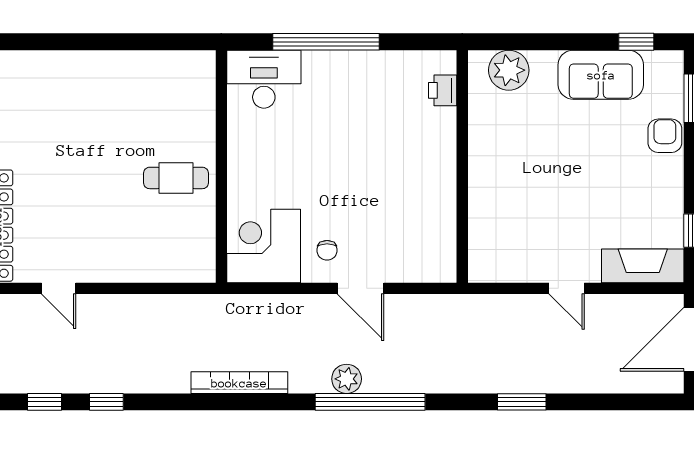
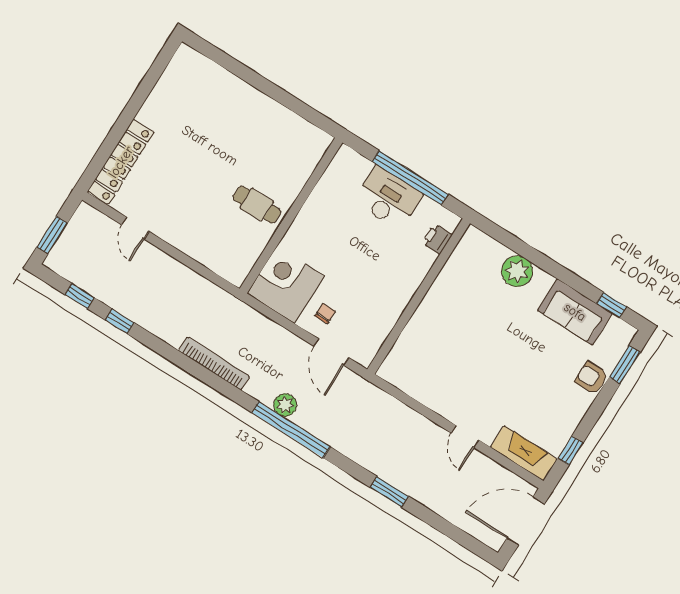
desk: (264, 79) -> (388, 198), moved
printer: (443, 90) -> (437, 239), moved
armchair: (665, 136) -> (591, 378), turned -90
wall: (462, 166) -> (419, 296), moved
chair: (327, 250) -> (325, 313), turned 180

